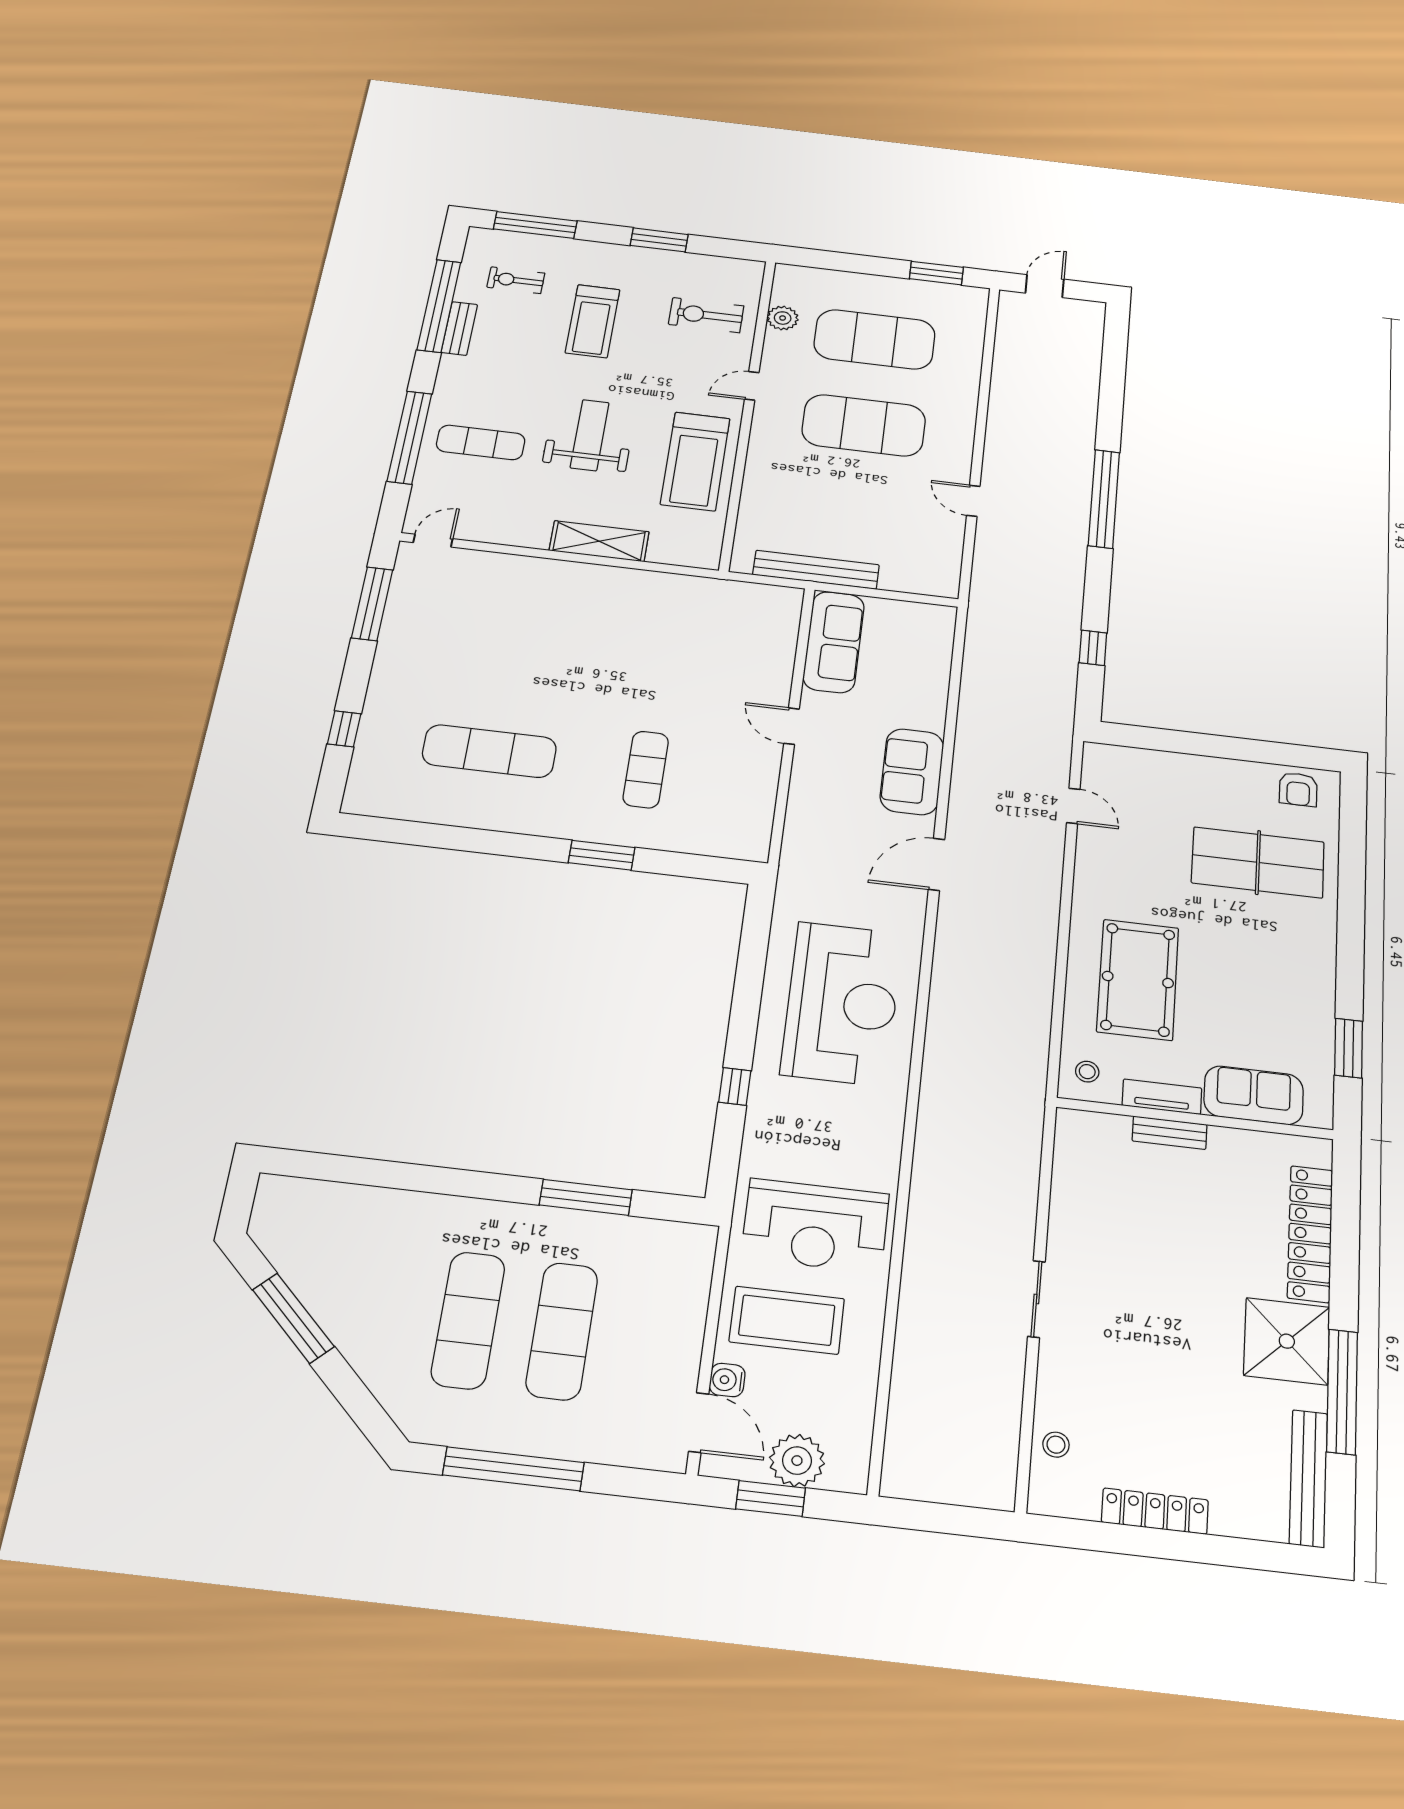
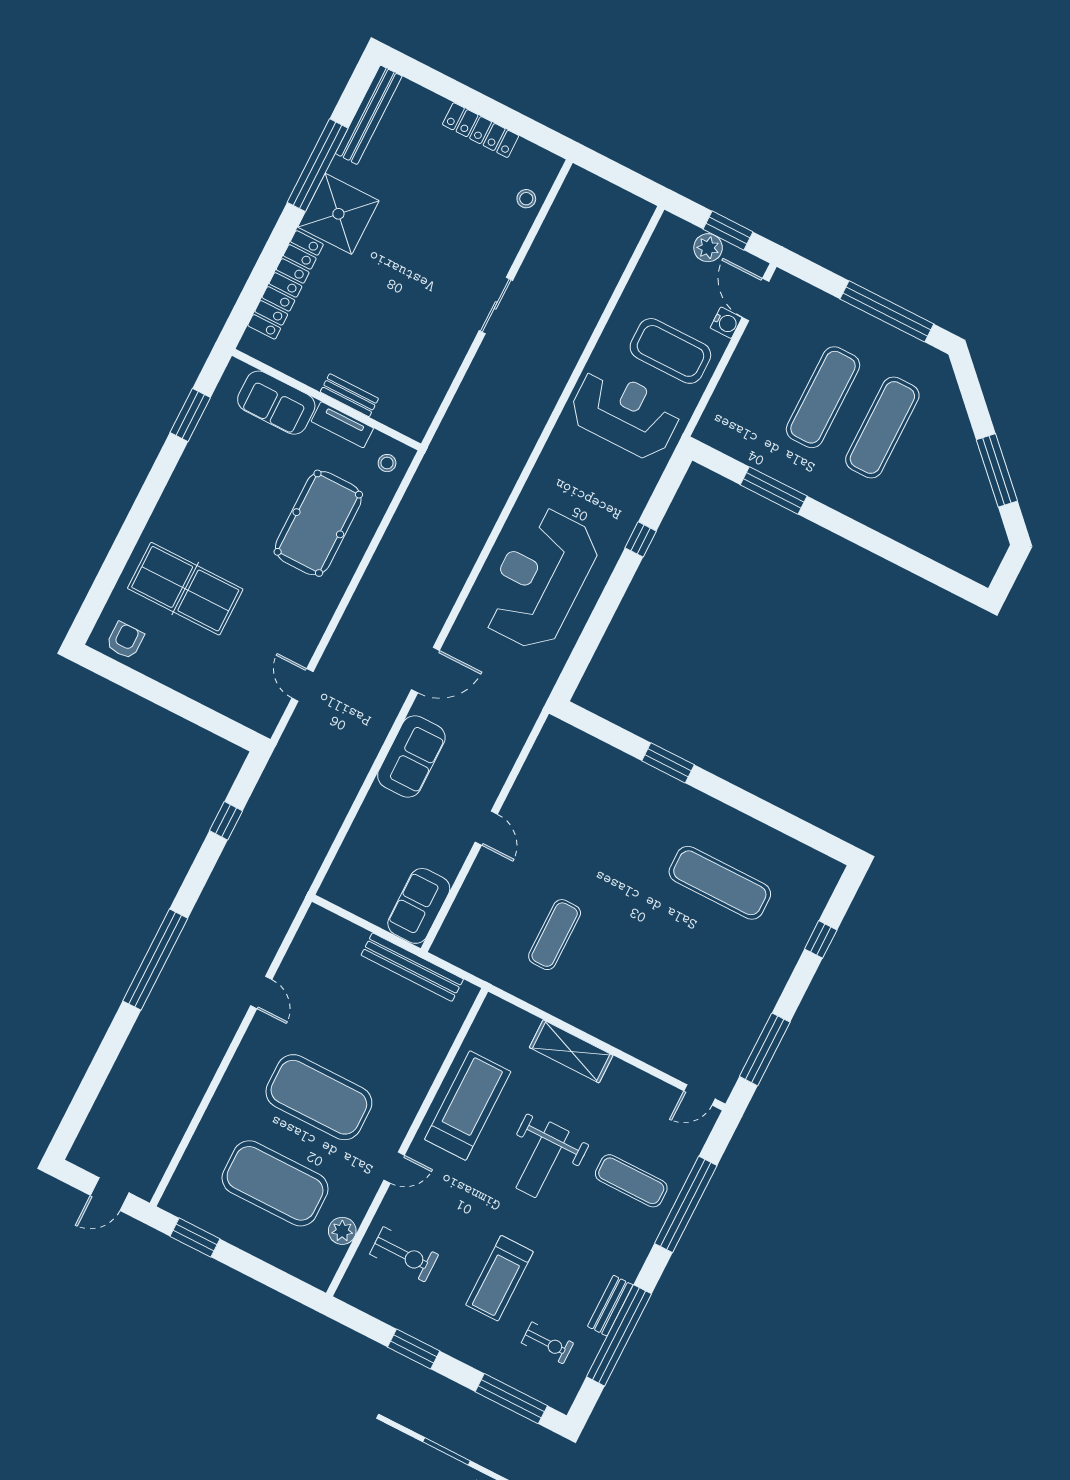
treadmill: (593, 321) -> (499, 1278), turned 180
sofa: (834, 642) -> (419, 906), width x0.73
exercise mat: (646, 770) -> (555, 935), moved
plant: (797, 1461) -> (708, 248), width x0.73, depth x0.73

